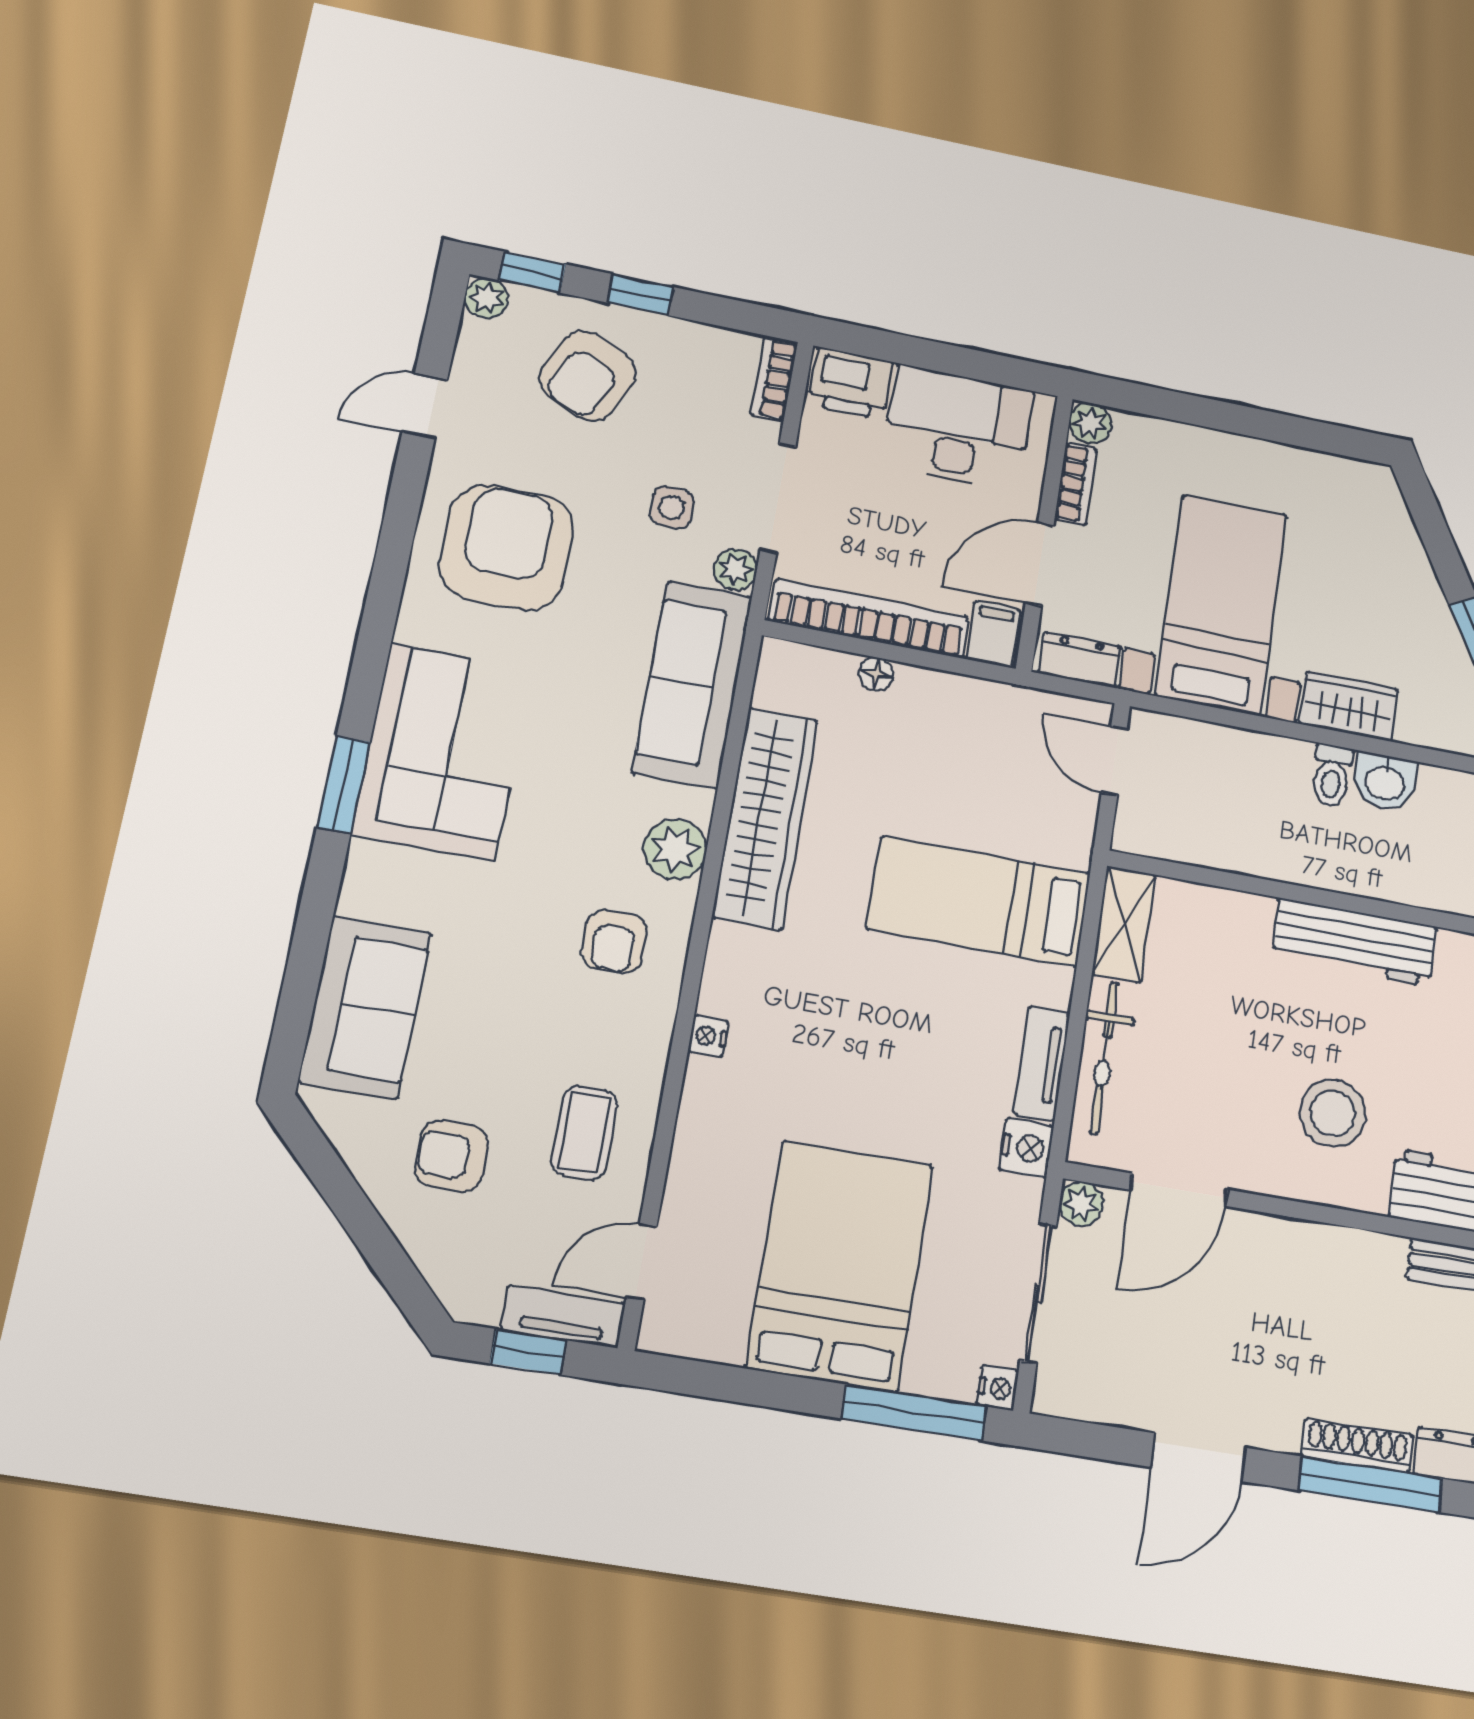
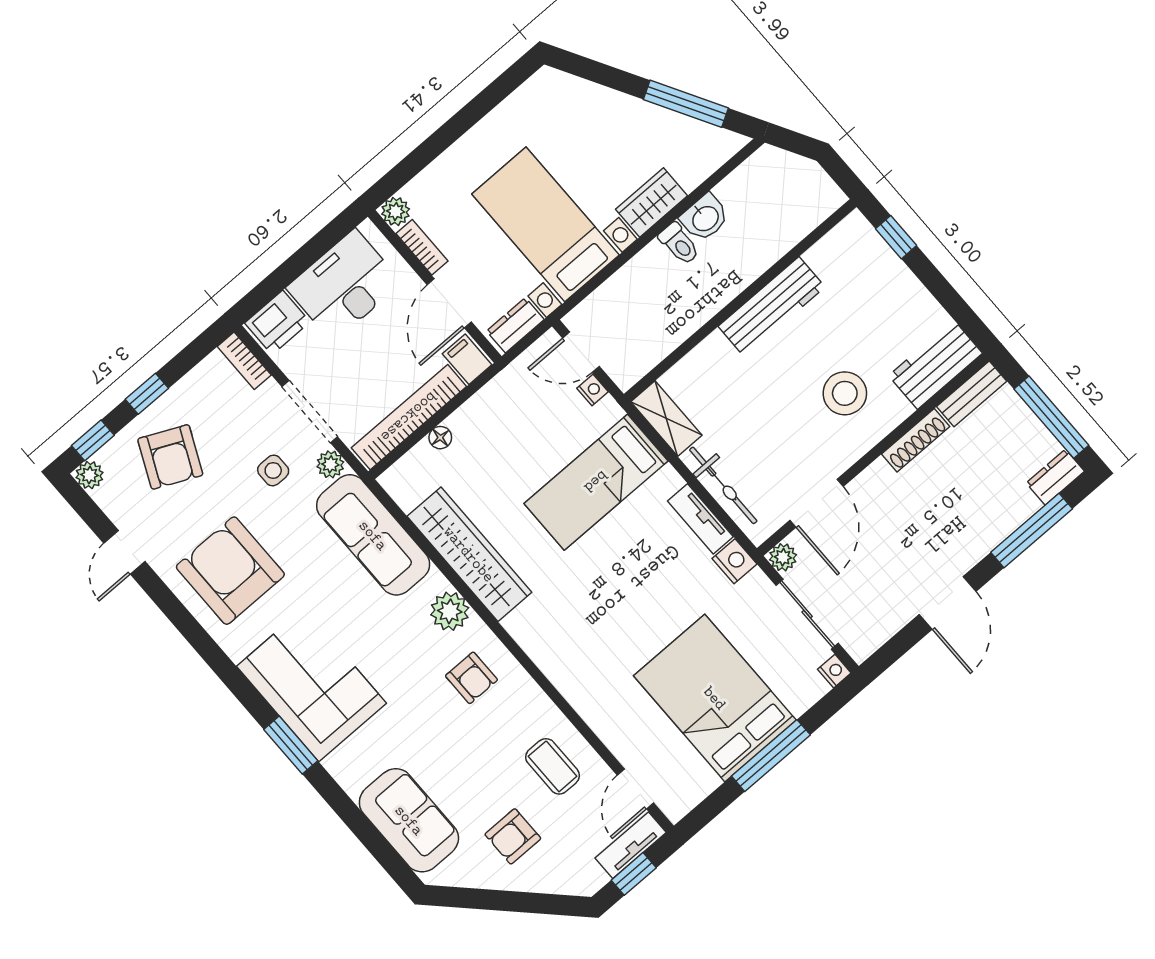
nightstand: (708, 1036) -> (593, 390), moved, turned 180
window: (914, 1413) -> (771, 756), moved
shoe rack: (1357, 1446) -> (916, 440), moved, turned 180

